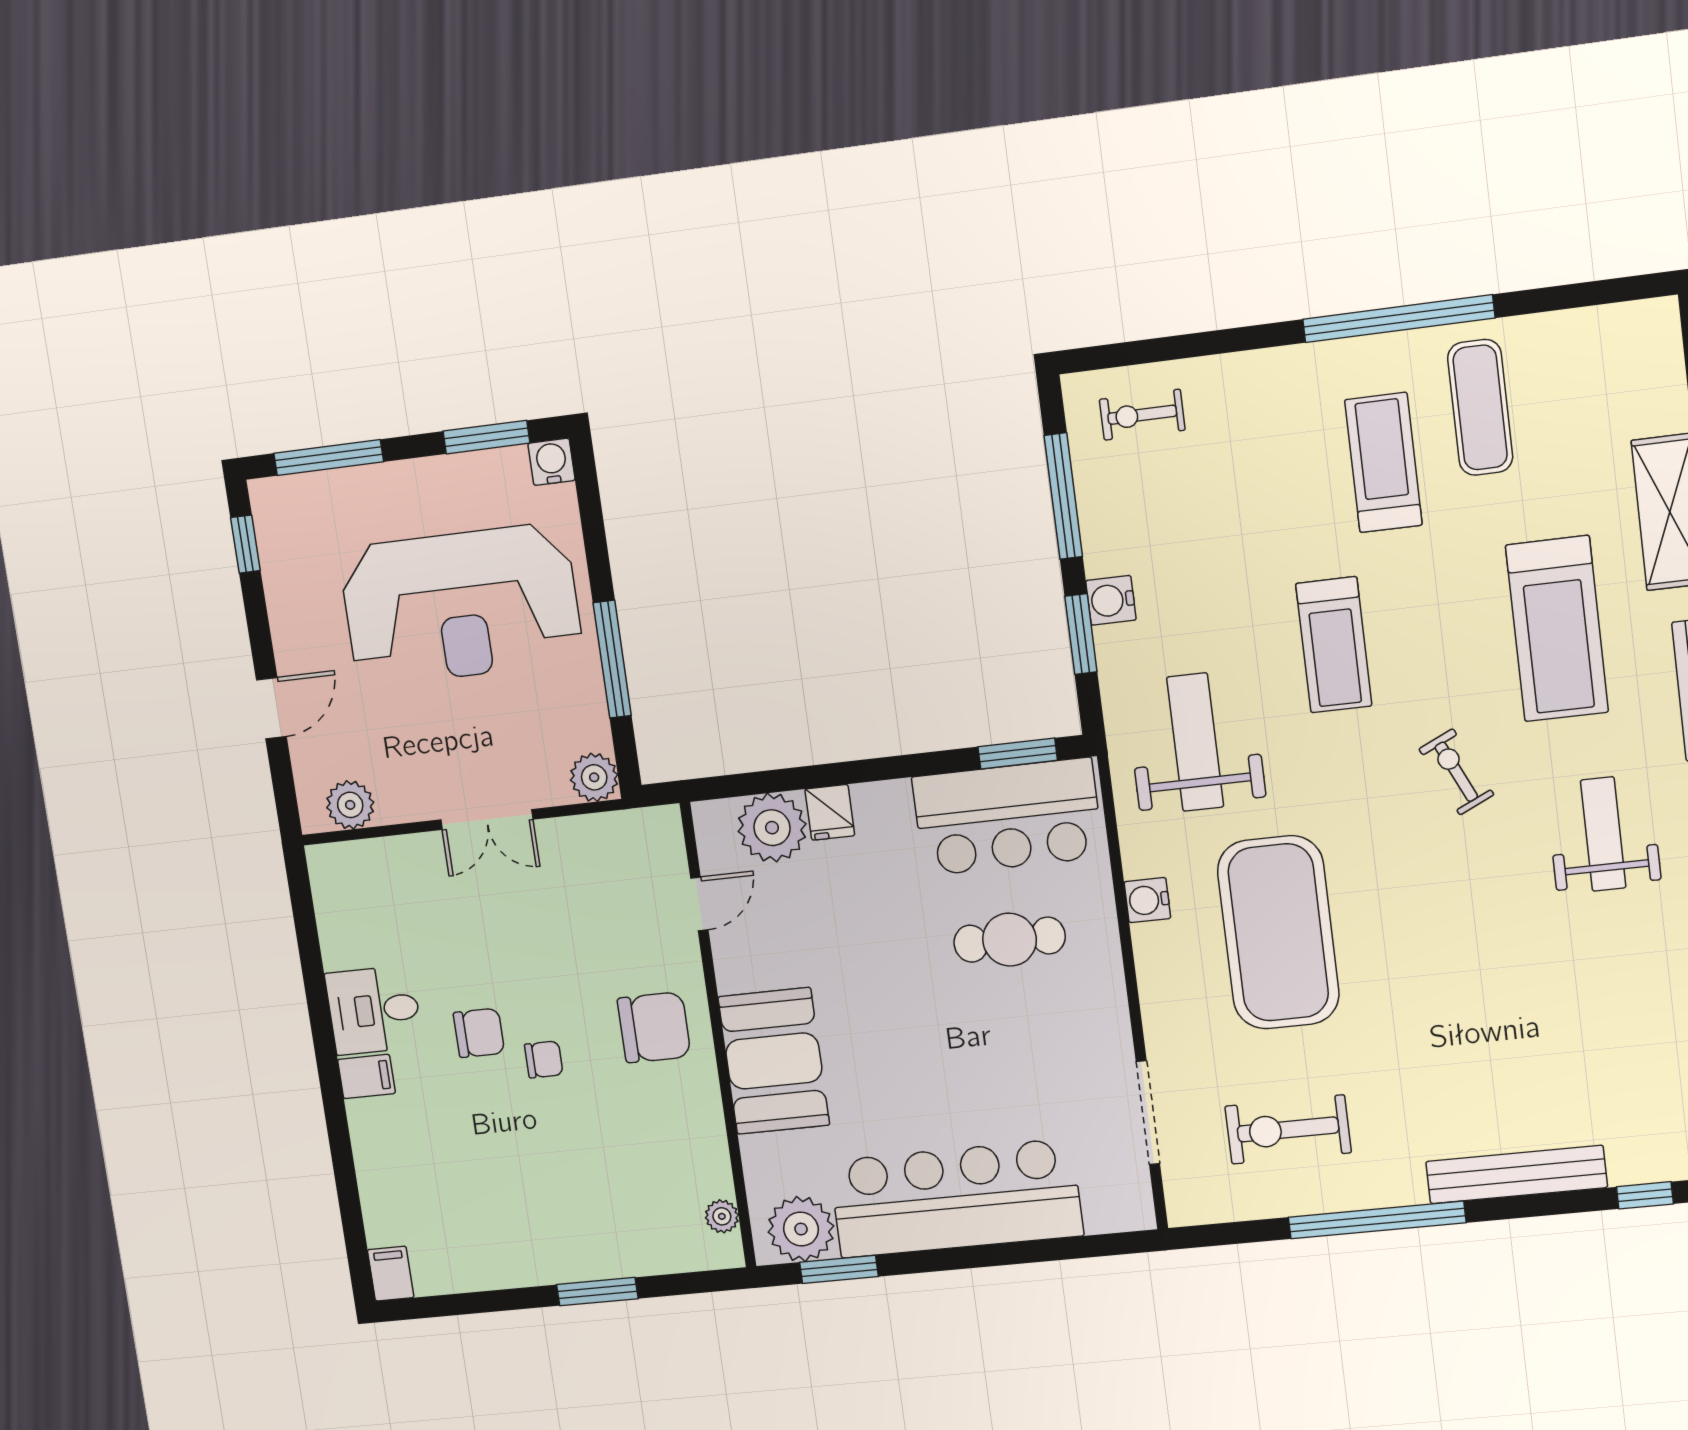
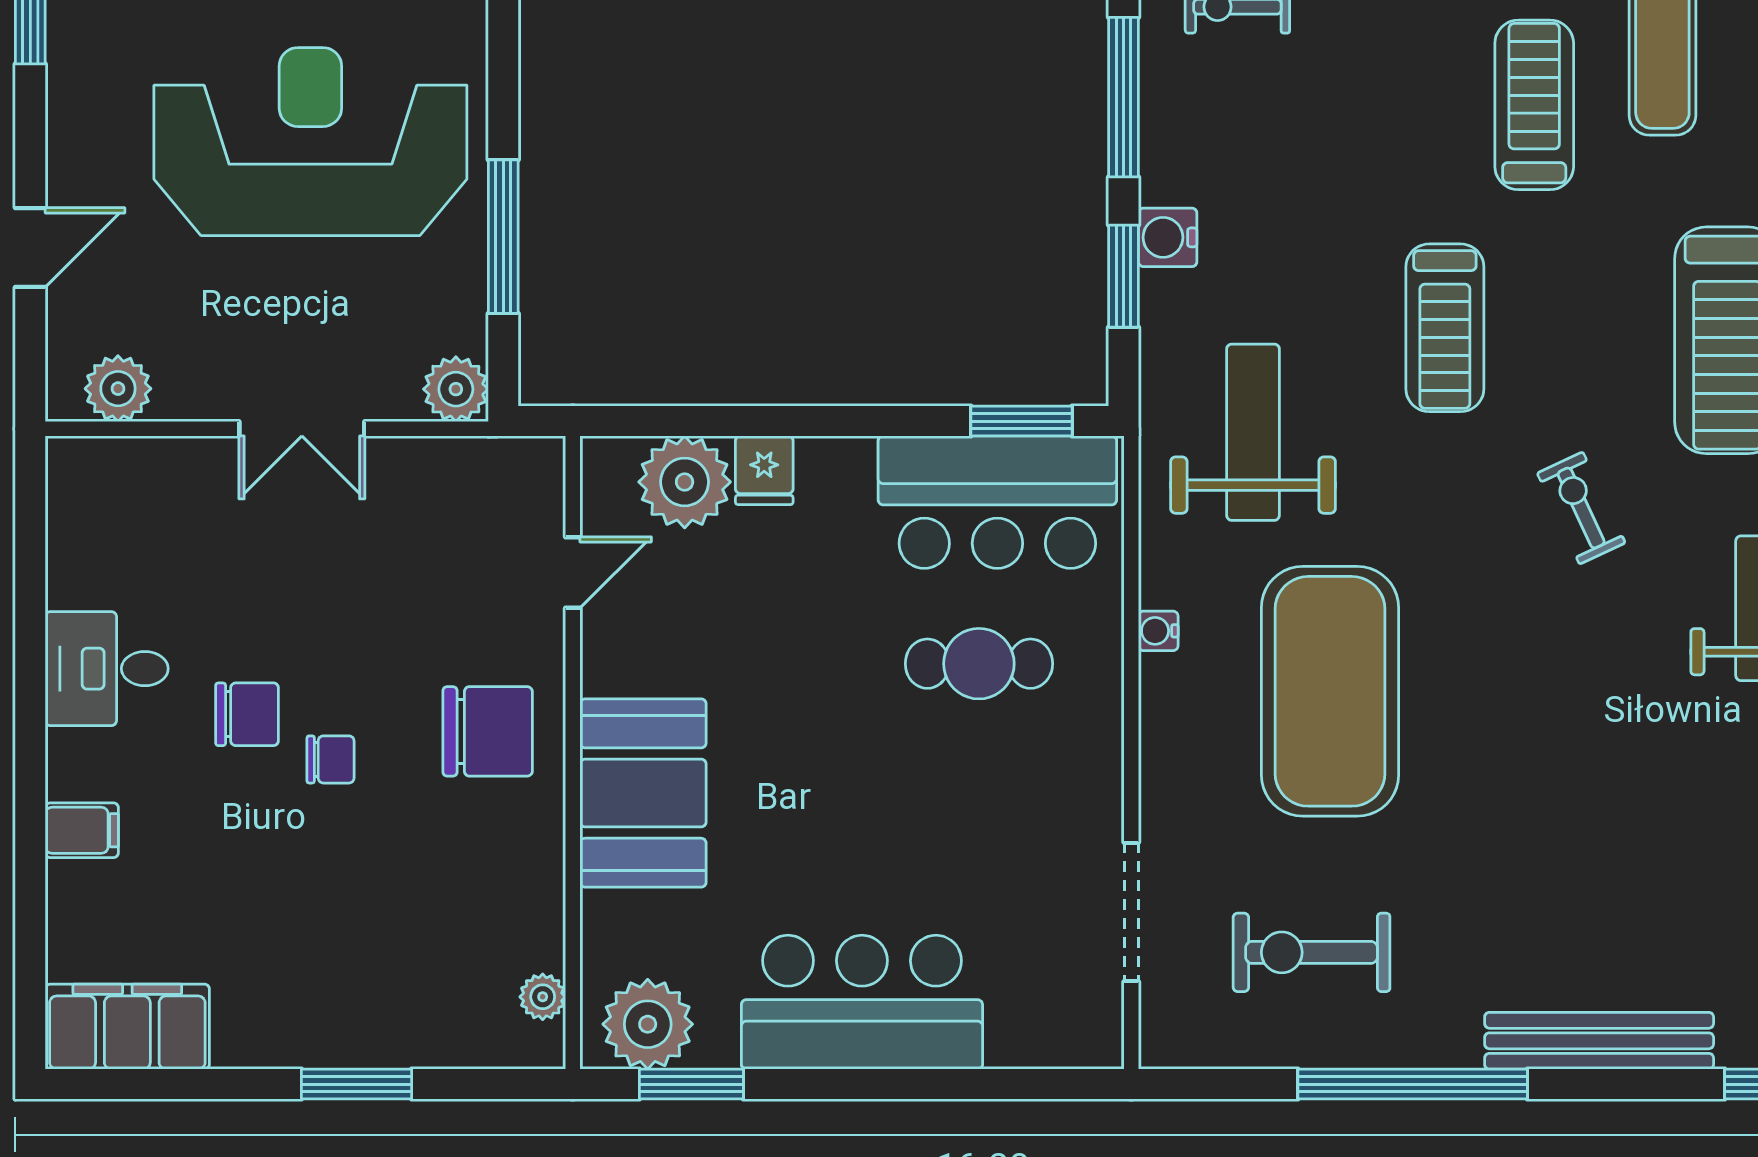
reception desk: (461, 605) -> (310, 142), turned 180
water cooler: (1147, 900) -> (1158, 631), width x0.72, depth x0.72
filing cabinet: (366, 1076) -> (82, 830), moved
bar counter: (956, 1198) -> (862, 1002), width x0.73
filing cabinet: (391, 1274) -> (127, 1027), width x3.00, depth x1.17

